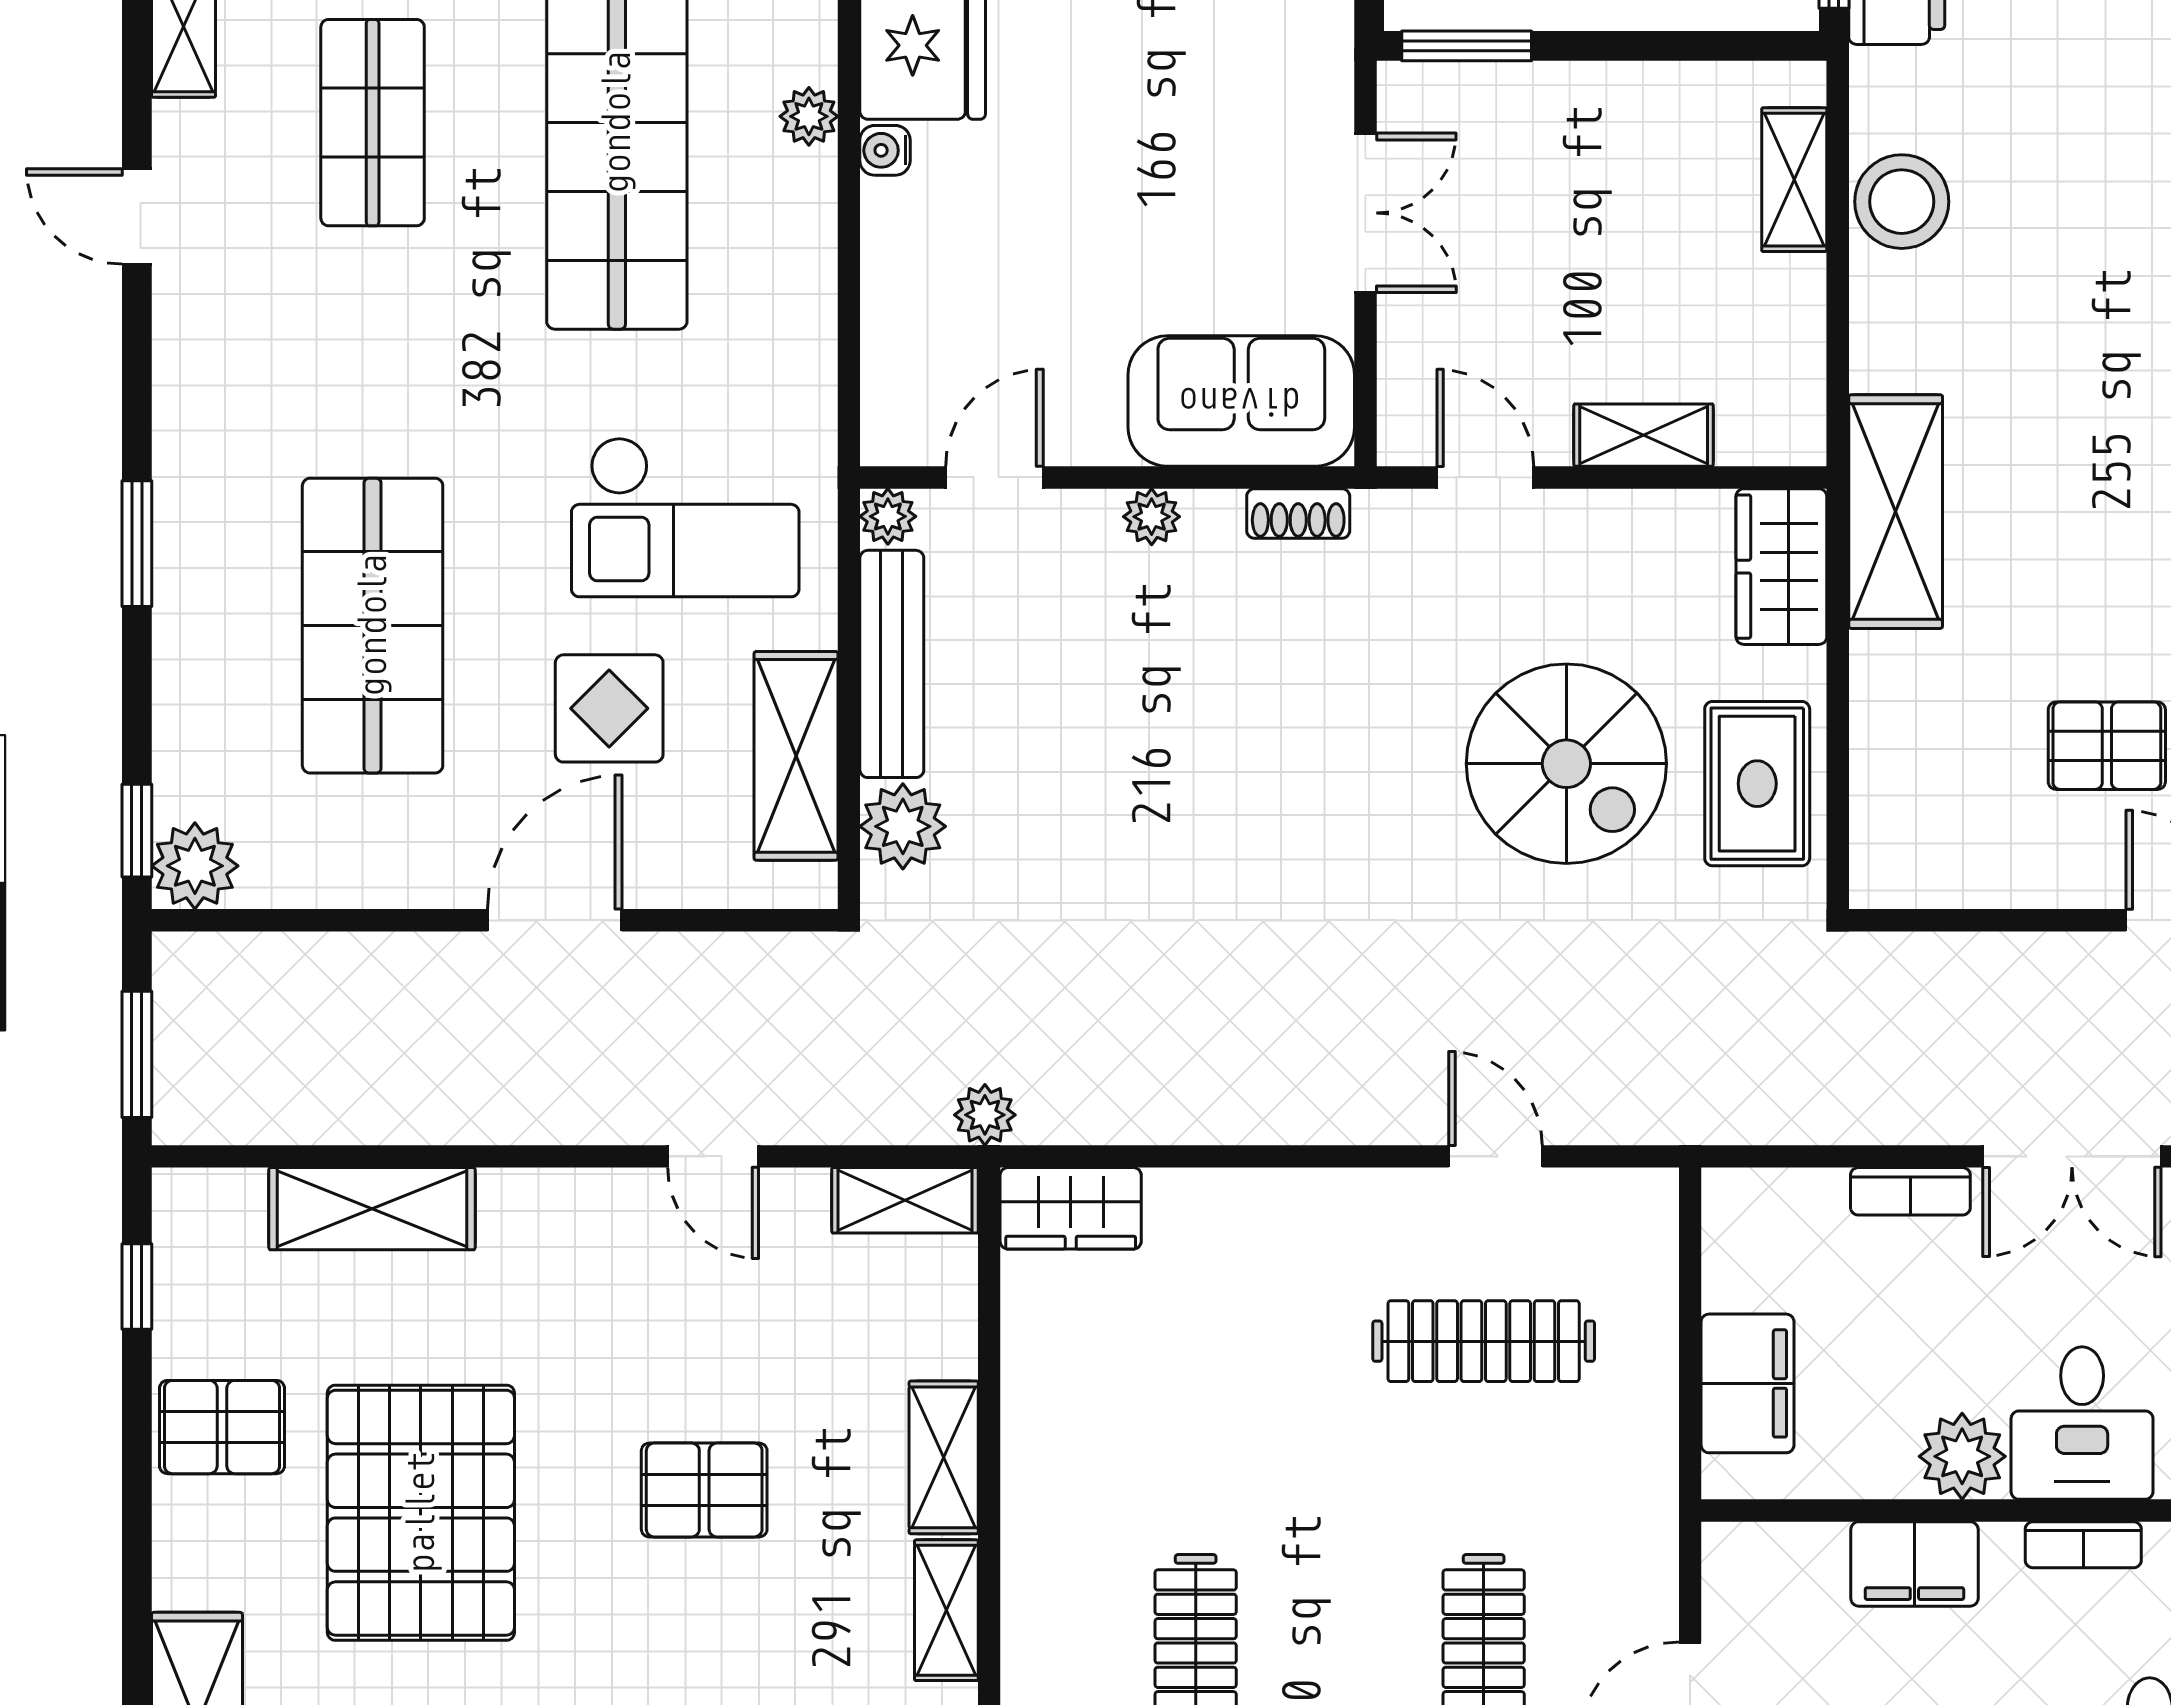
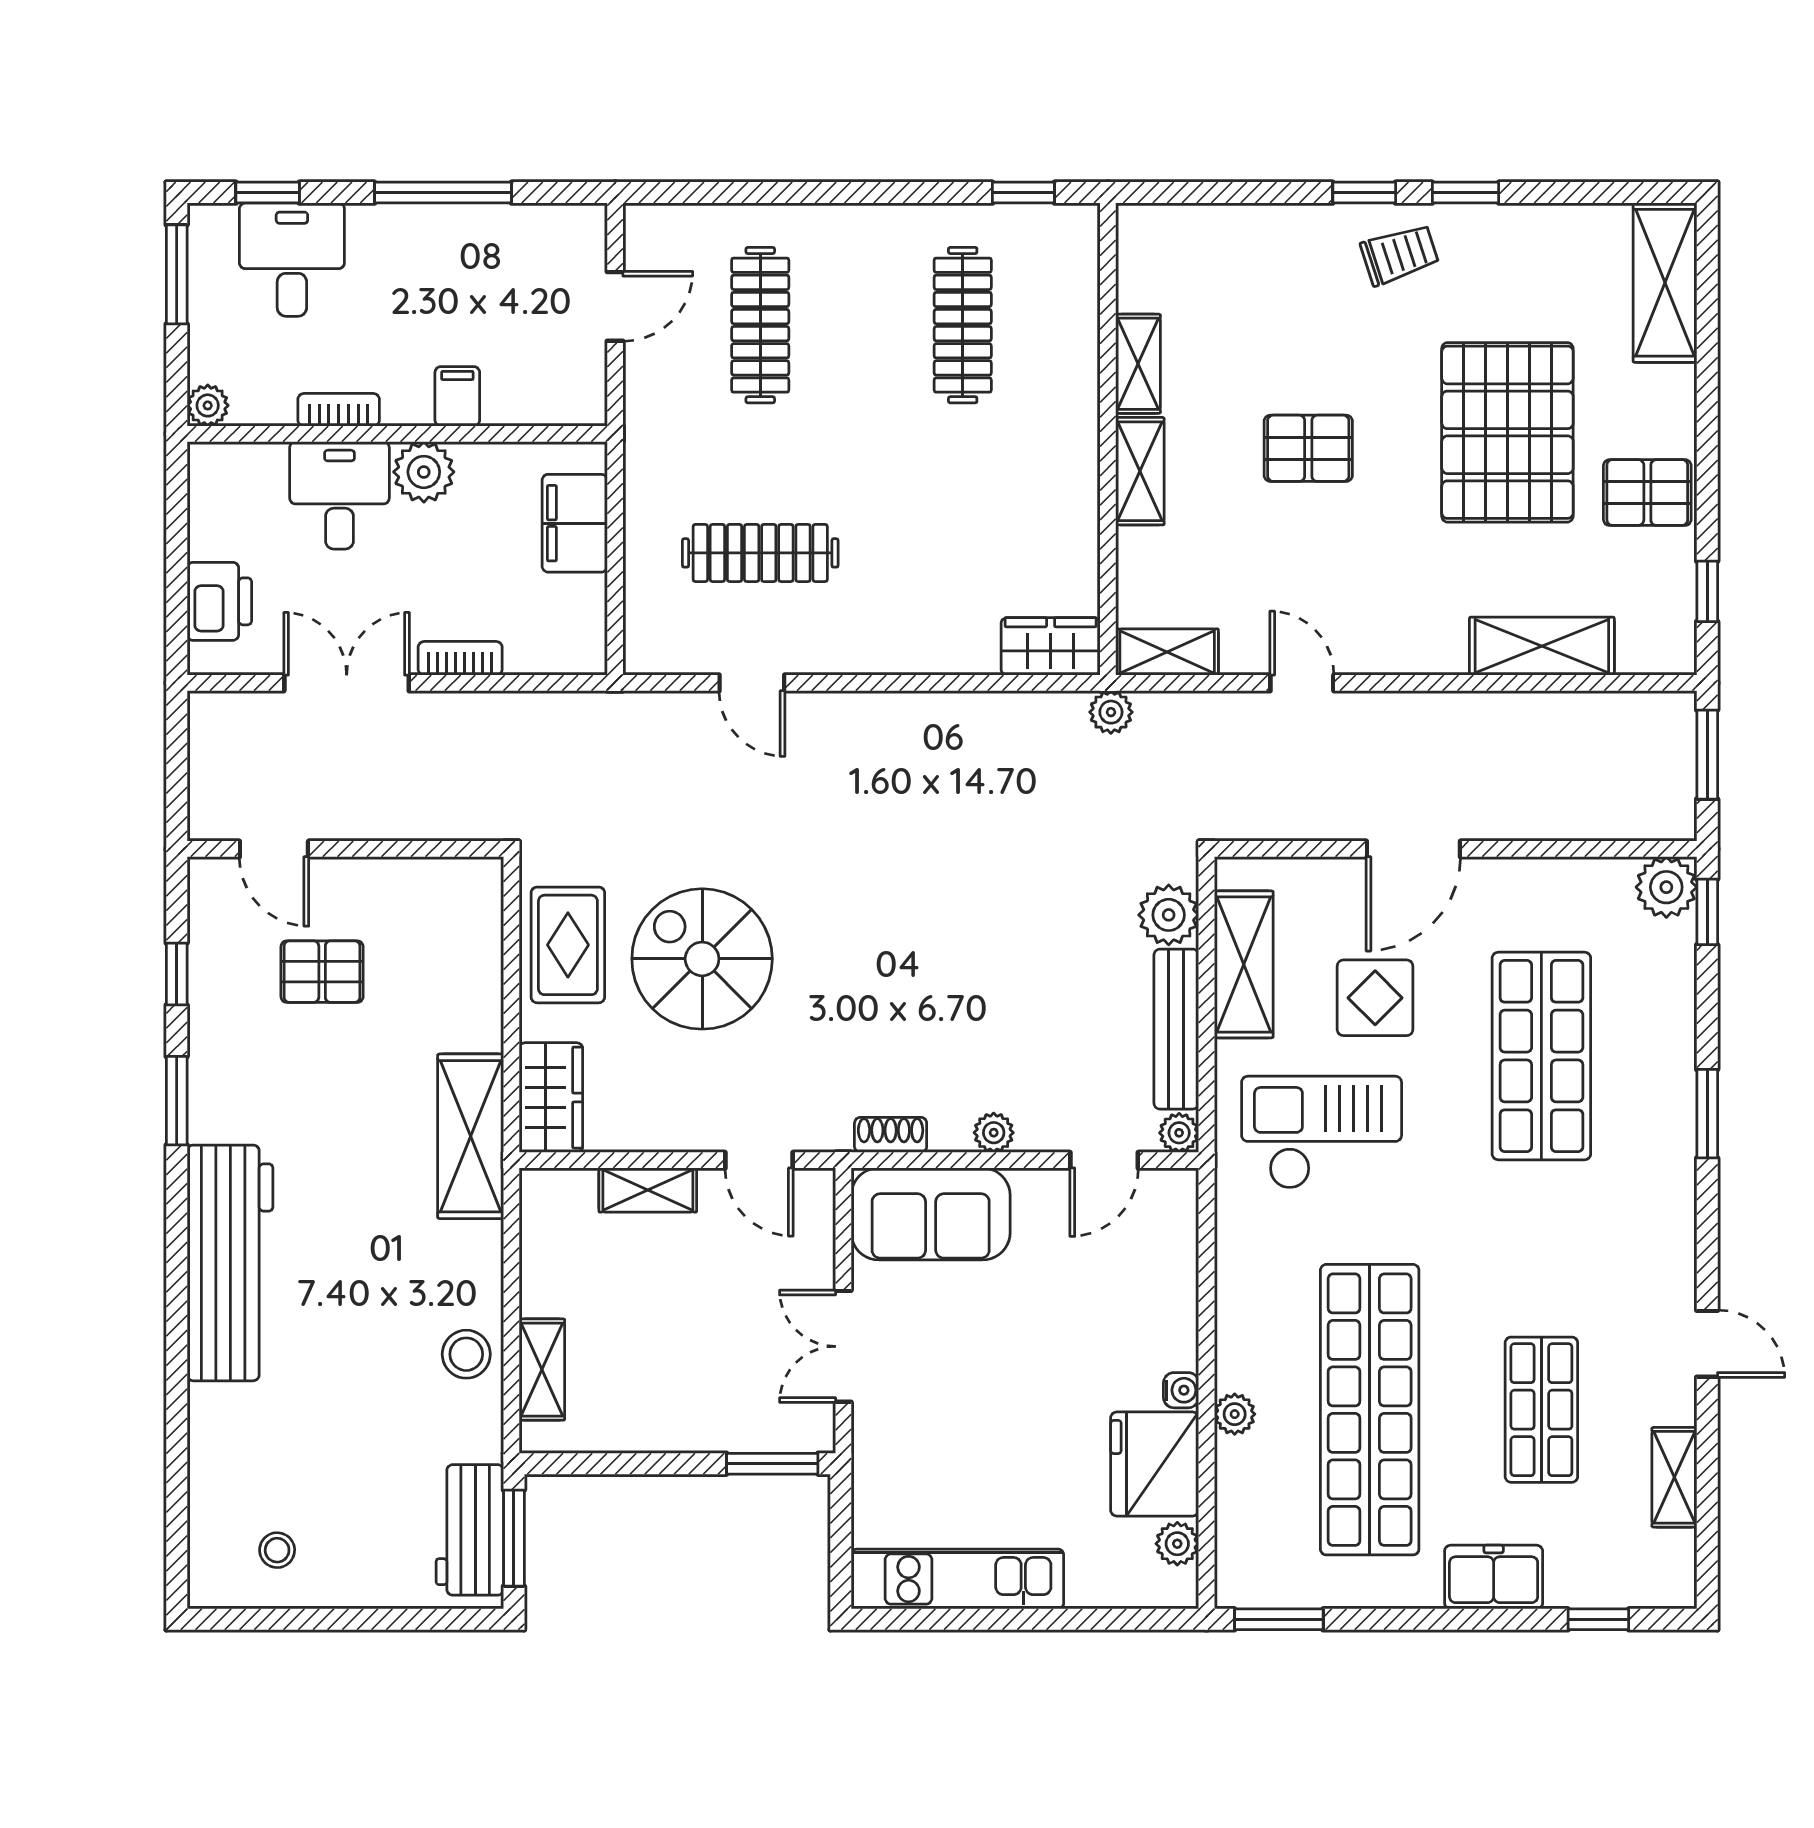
stool: (1902, 202) -> (466, 1354), width x0.73, depth x0.73
filing cabinet: (1914, 1564) -> (457, 396), width x0.50

